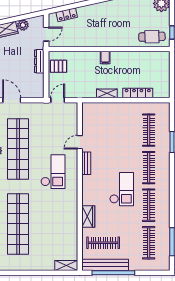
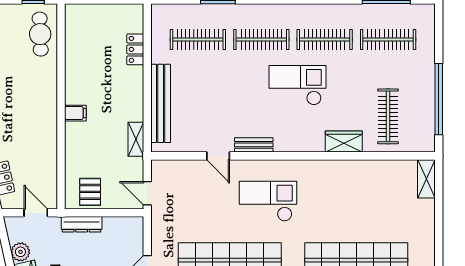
shelving: (107, 93) -> (136, 139), moved
locker: (138, 93) -> (135, 49), width x0.66
bench: (105, 265) -> (161, 103), moved

